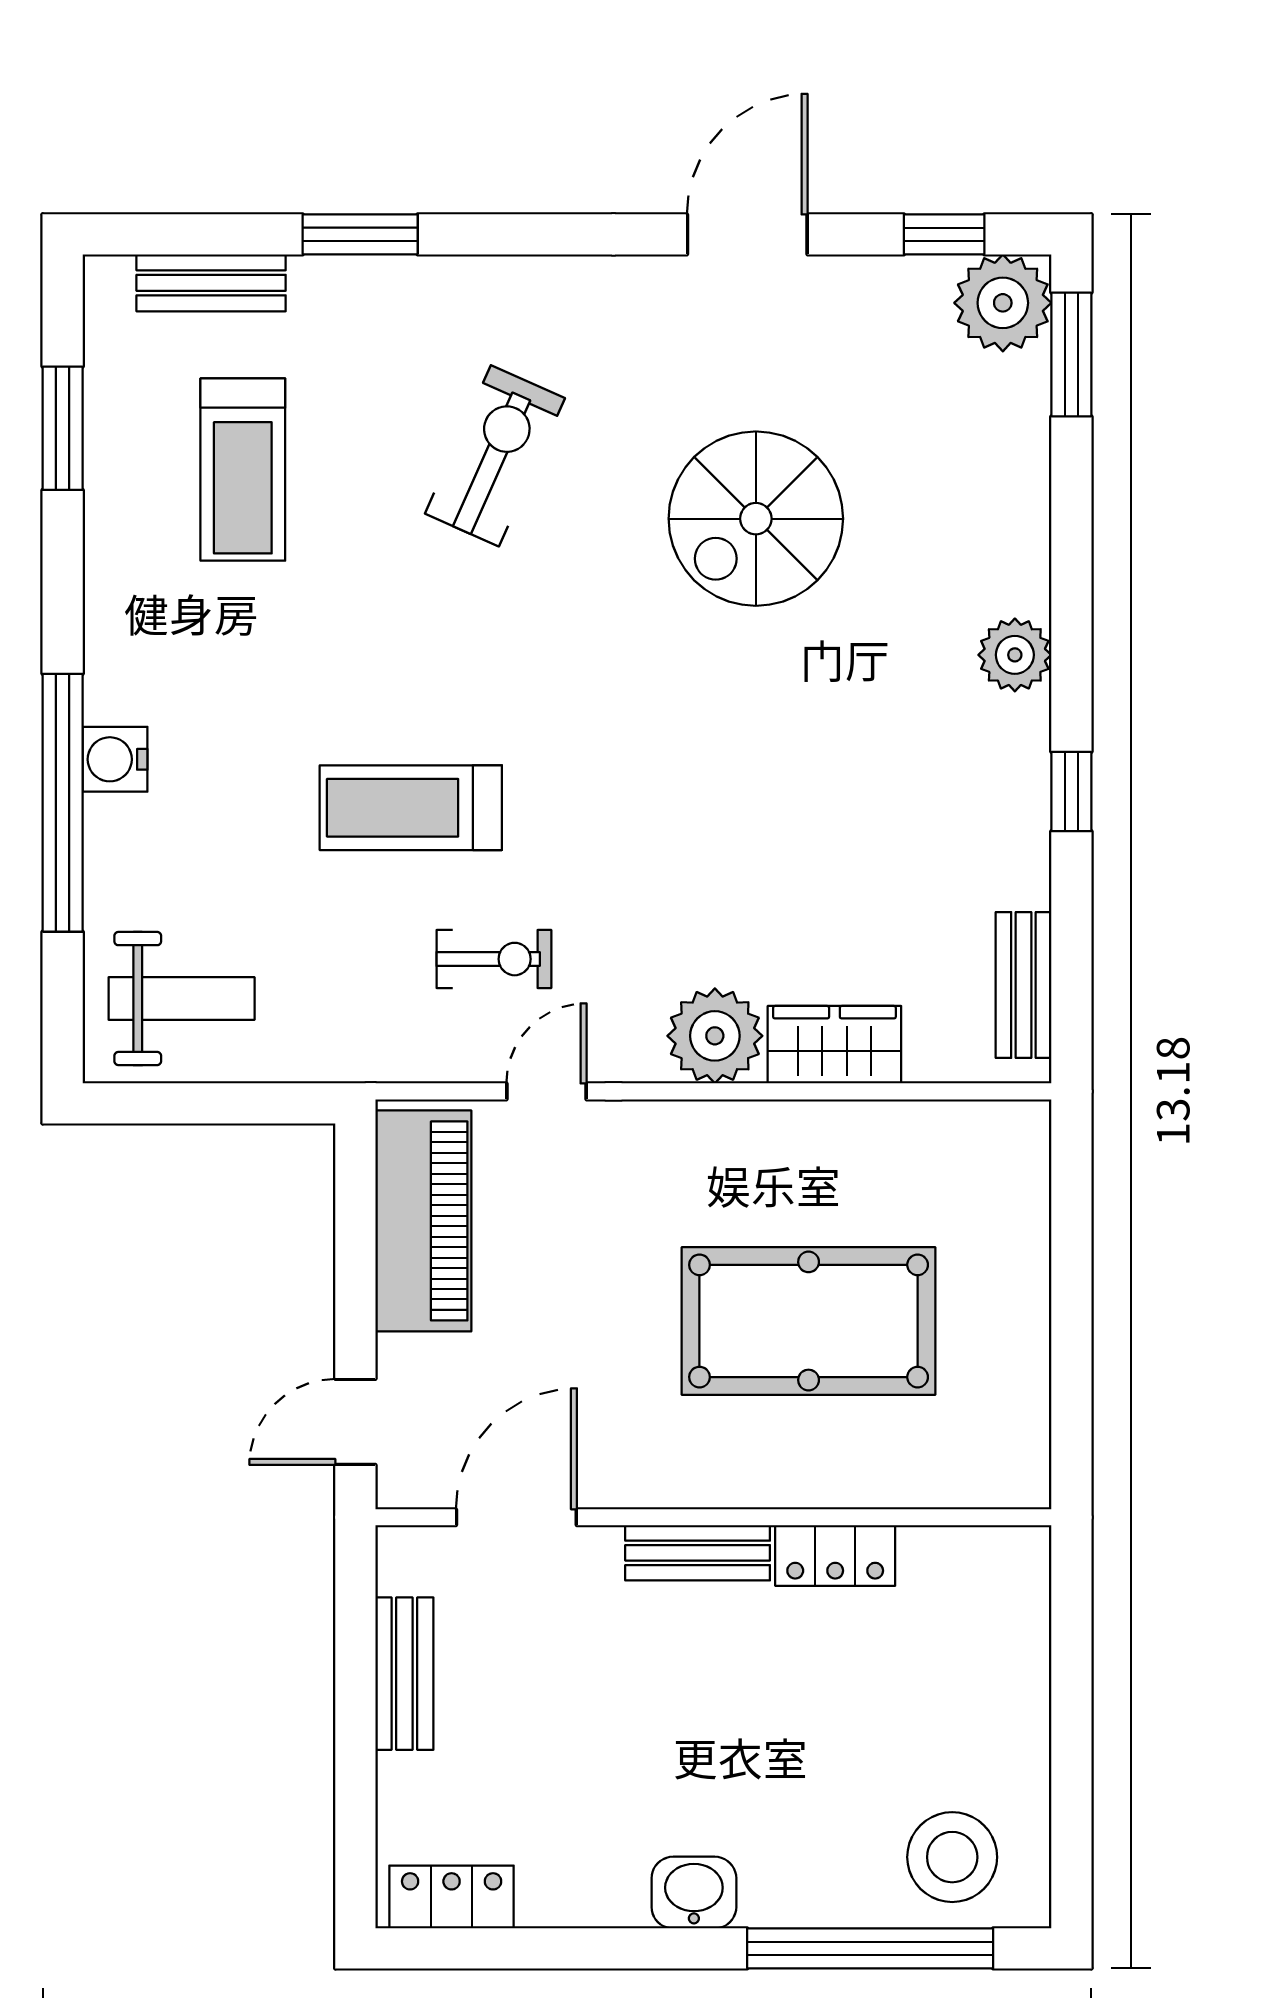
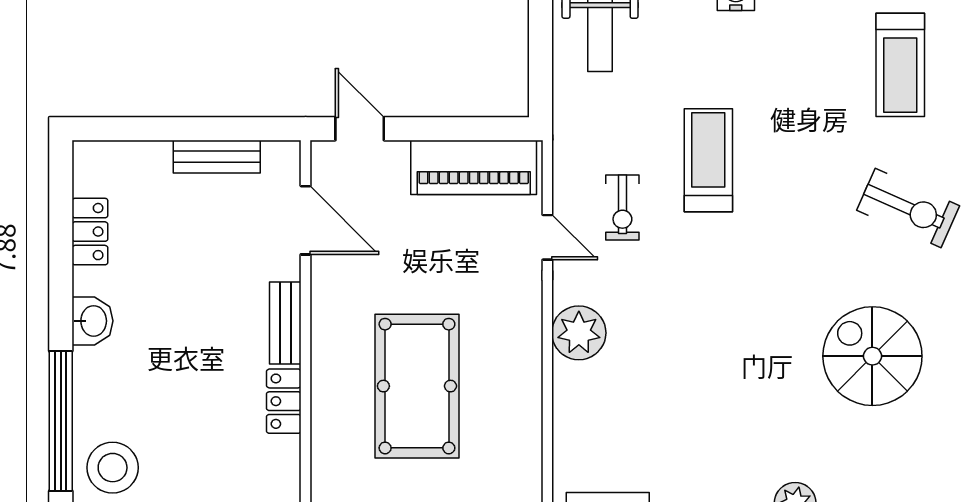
treadmill: (243, 470) -> (900, 65), turned -90
wardrobe: (834, 1045) -> (574, 401), removed
locker: (452, 1897) -> (90, 232), moved

